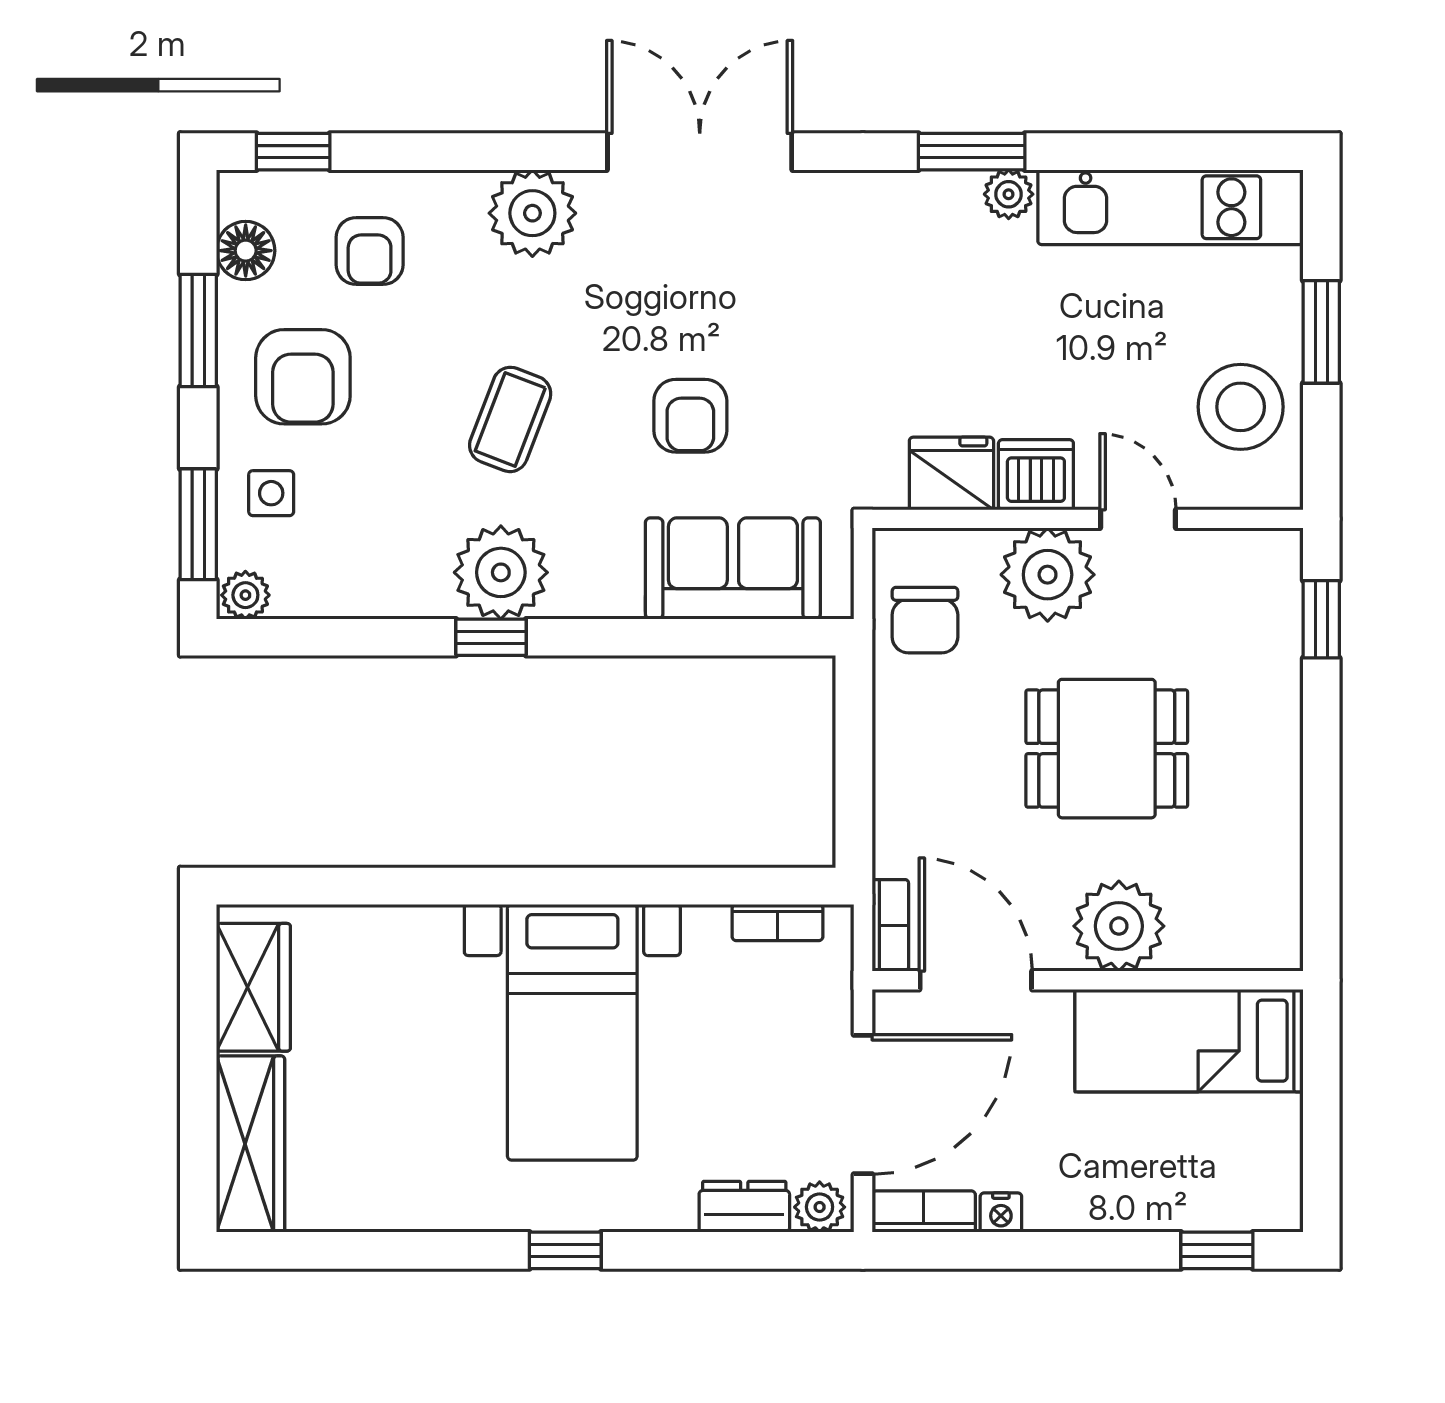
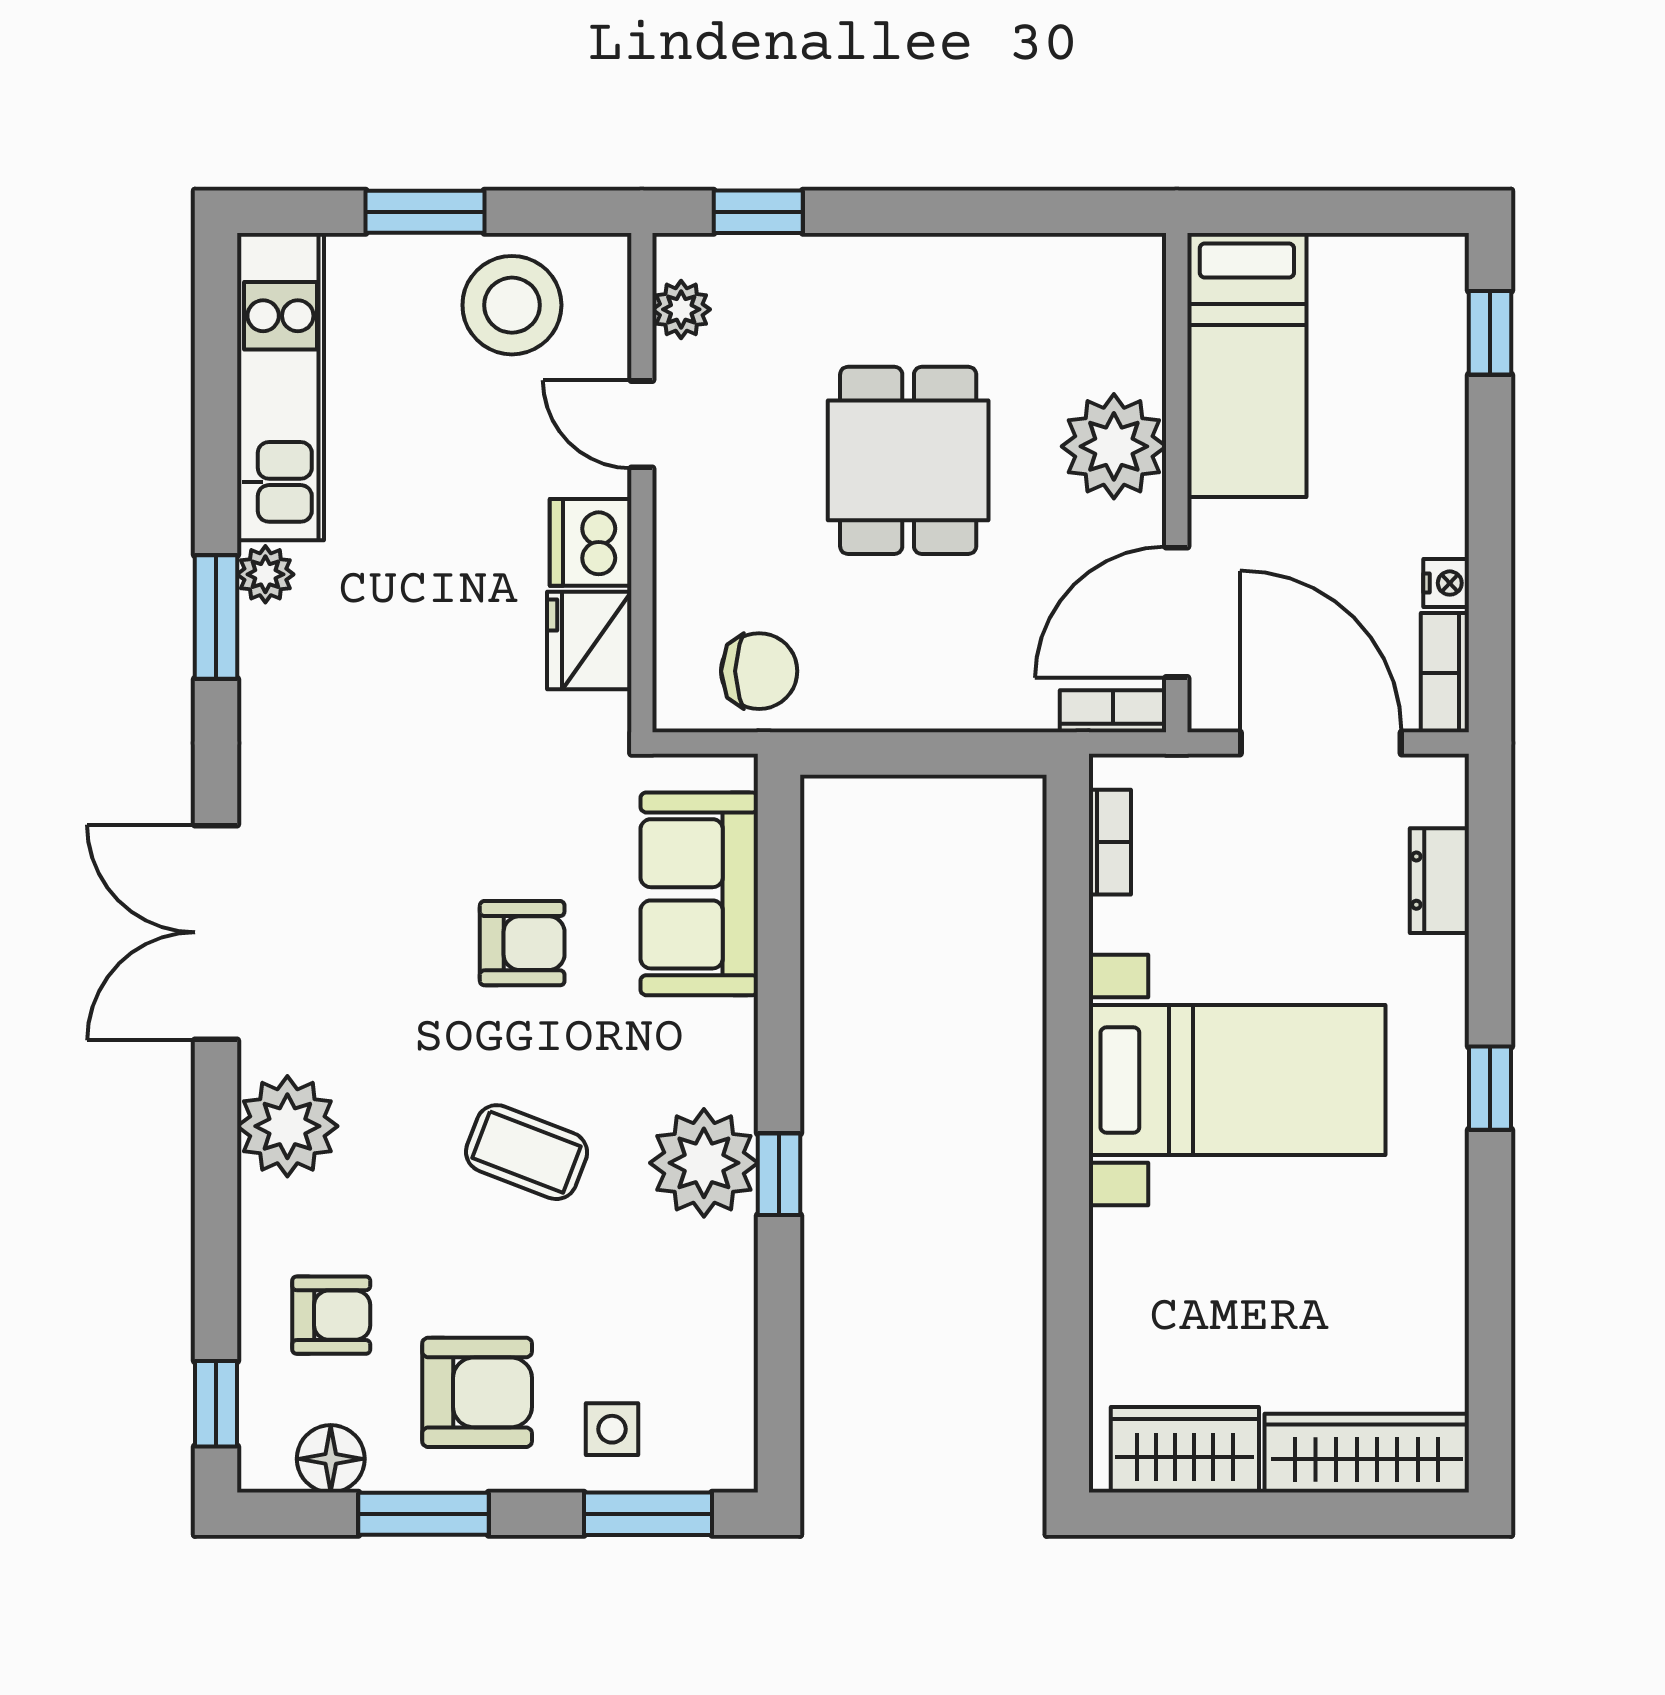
door: (1138, 519) -> (642, 424), hinge flipped
plant: (1048, 575) -> (681, 309), moved, width x0.53, depth x0.53
plant: (245, 595) -> (730, 1459), removed
plant: (820, 1207) -> (1440, 793), removed

